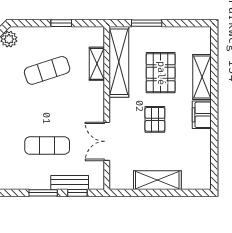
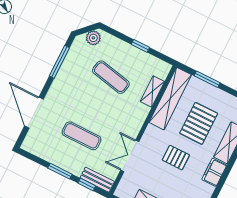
exercise mat: (47, 70) -> (111, 77), turned 30
pallet: (155, 119) -> (176, 158), turned 90
bench: (70, 182) -> (97, 180), moved

